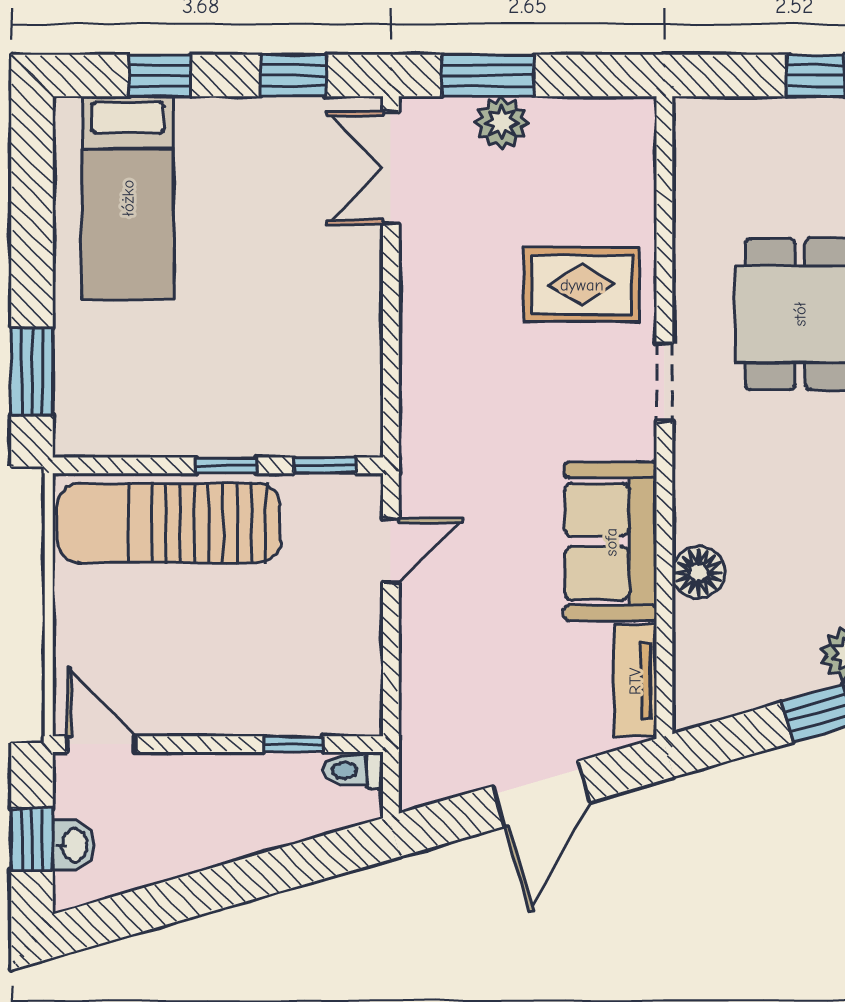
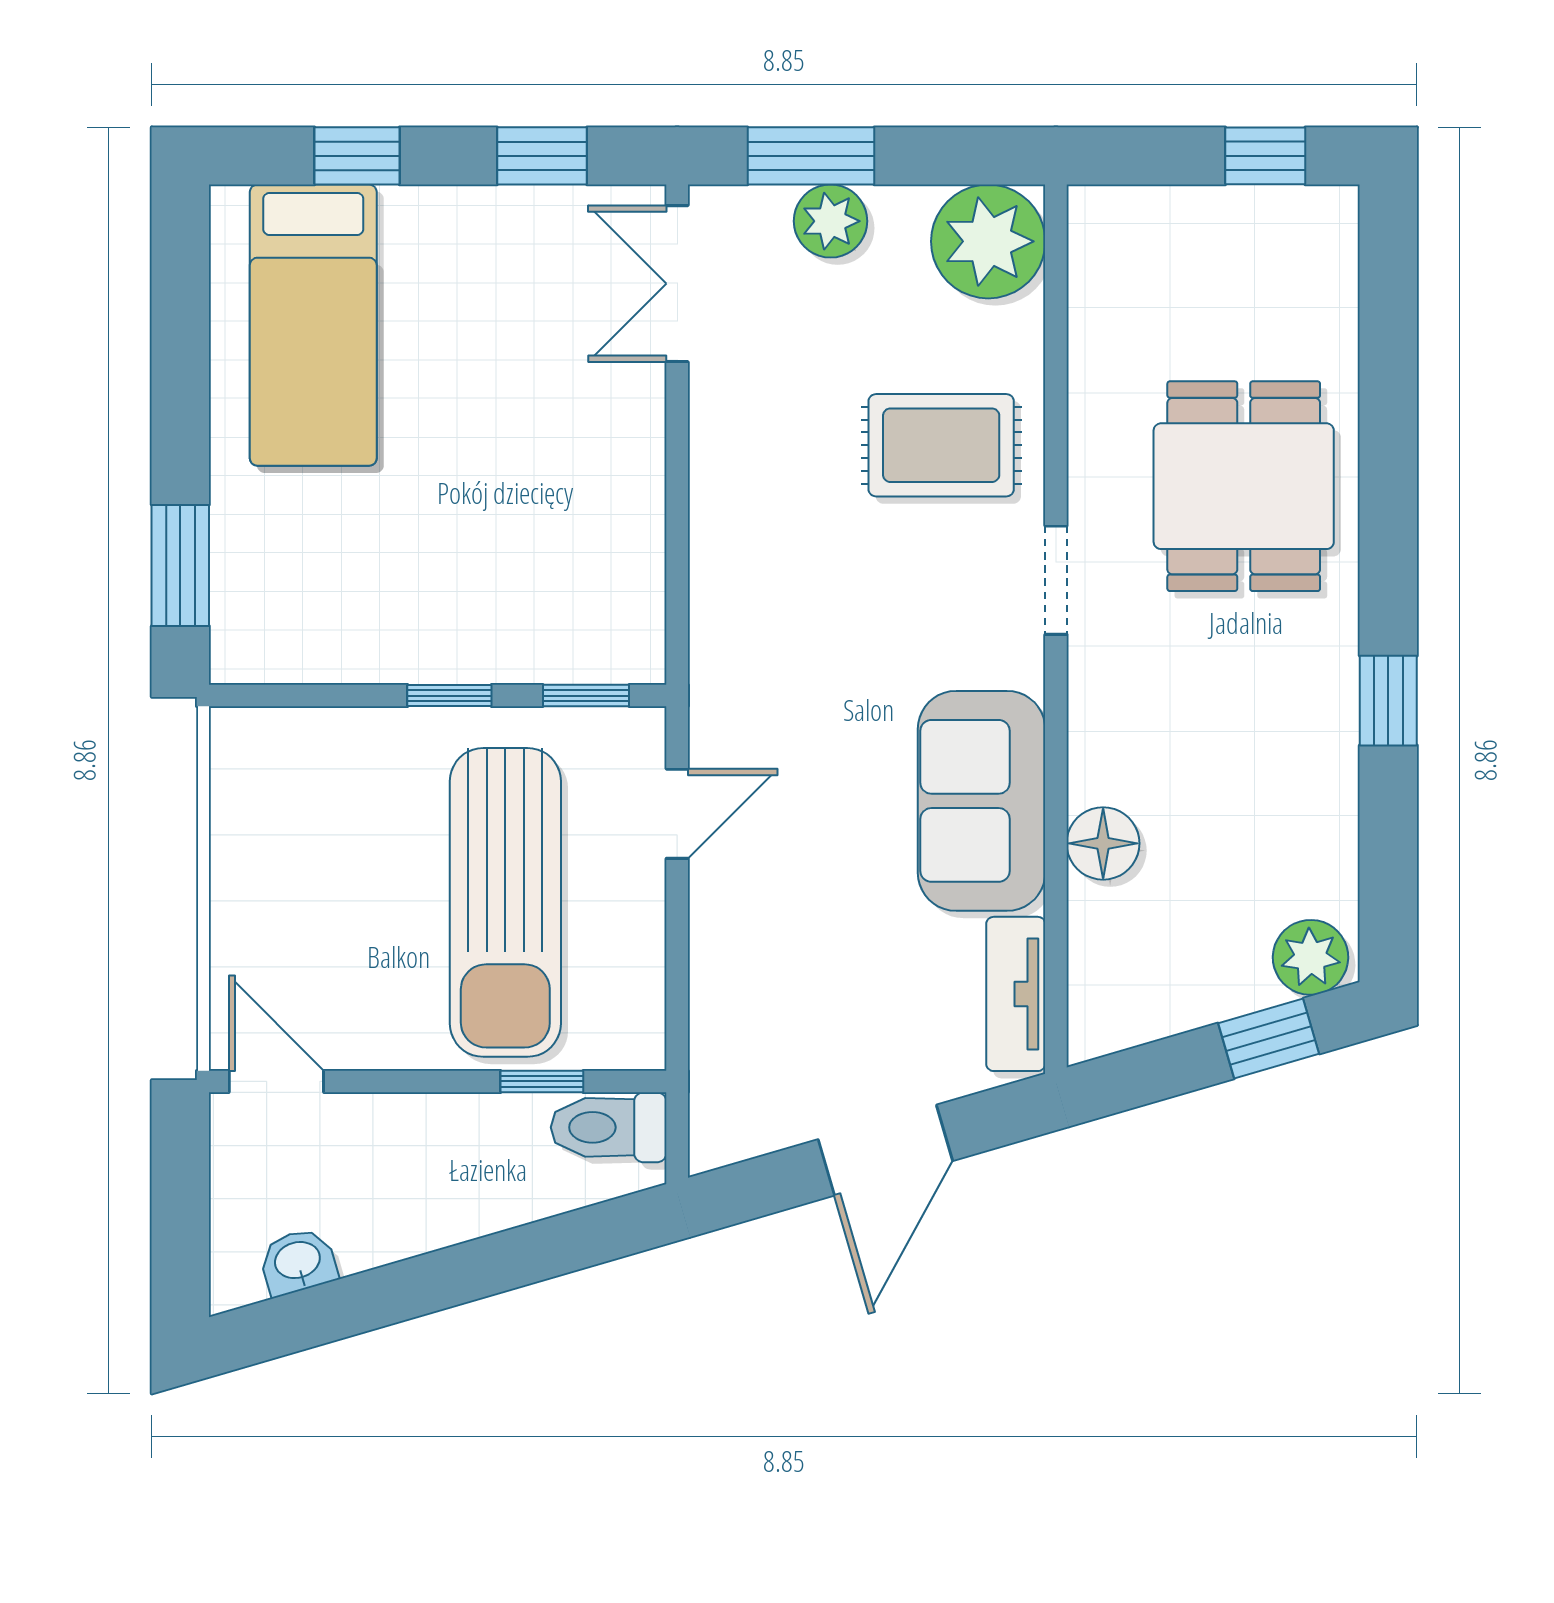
plant: (616, 137) -> (988, 241), added
sun lounger: (169, 523) -> (505, 902), moved, turned -90
toilet: (353, 770) -> (609, 1127), width x1.37, depth x1.39
window: (32, 839) -> (180, 1213), removed
washbasin: (73, 845) -> (298, 1262), moved, turned -106

